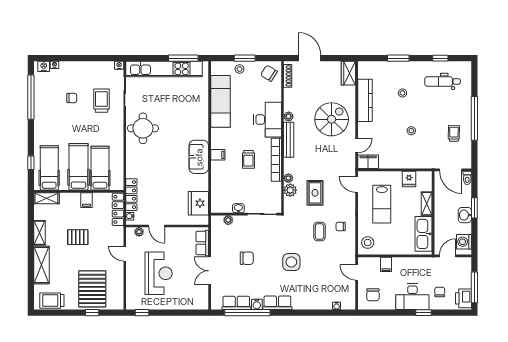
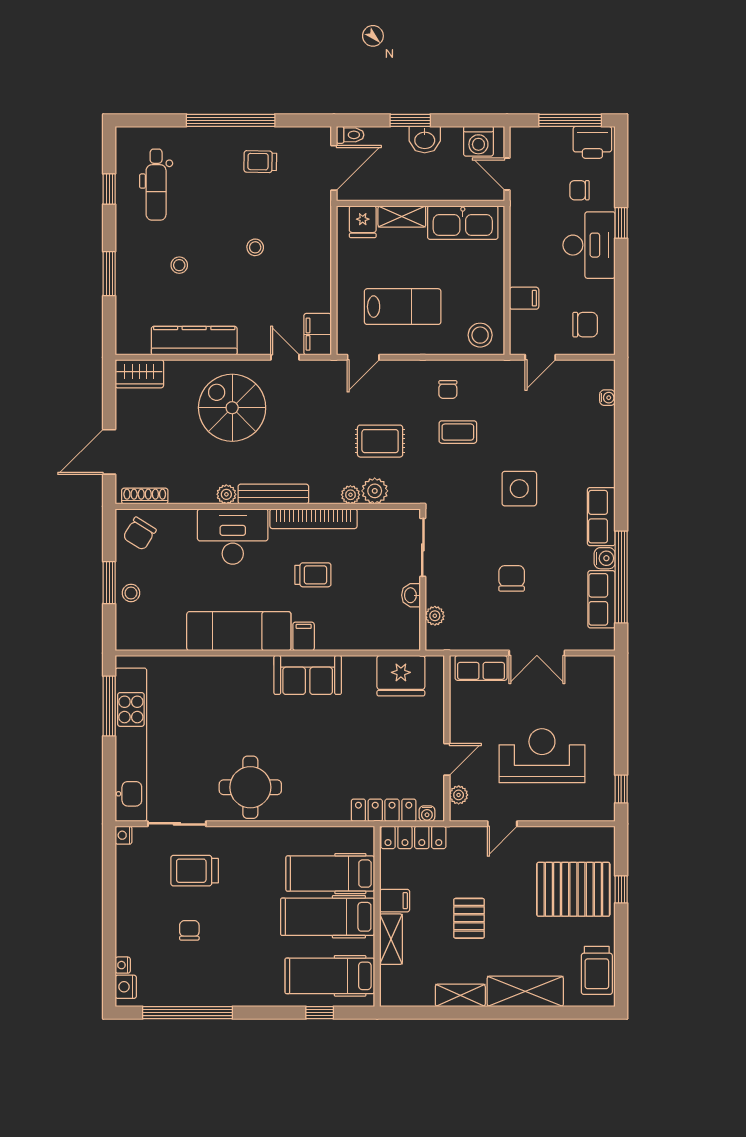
exam couch: (220, 101) -> (239, 631), moved
fridge: (409, 179) -> (363, 222), moved, turned 90
shelving: (46, 198) -> (391, 939), moved

